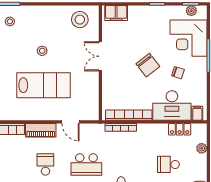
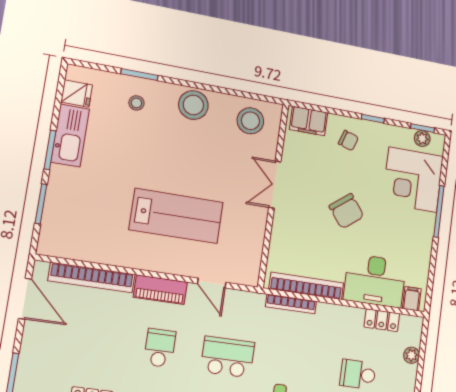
stool: (42, 51) -> (193, 105), moved, width x1.89, depth x1.89
chair: (178, 73) -> (348, 141), moved
school desk: (86, 164) -> (228, 357), turned 180

